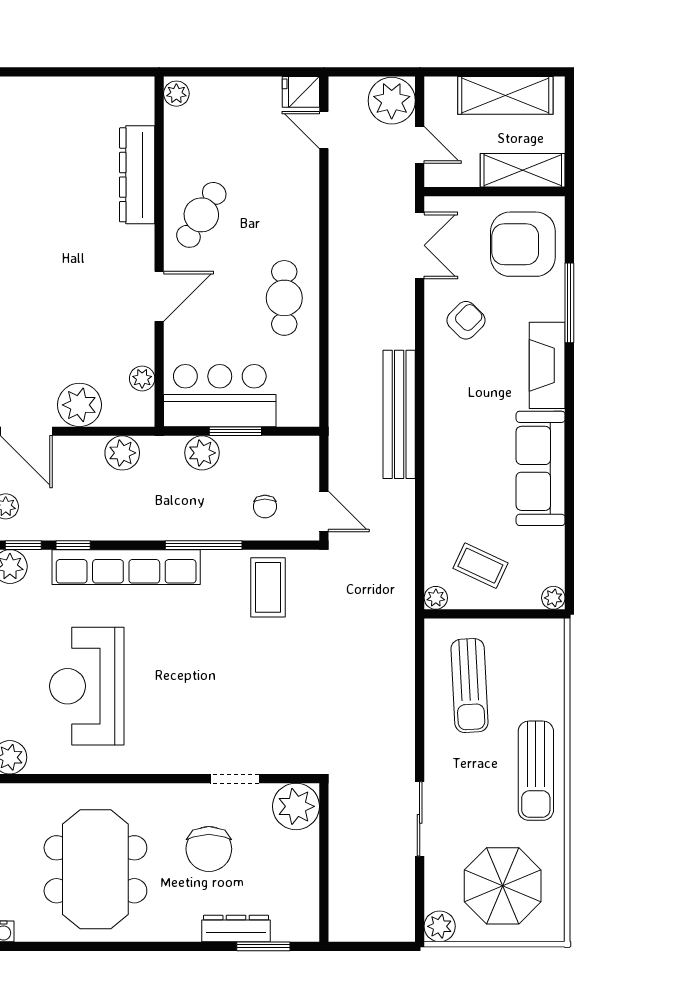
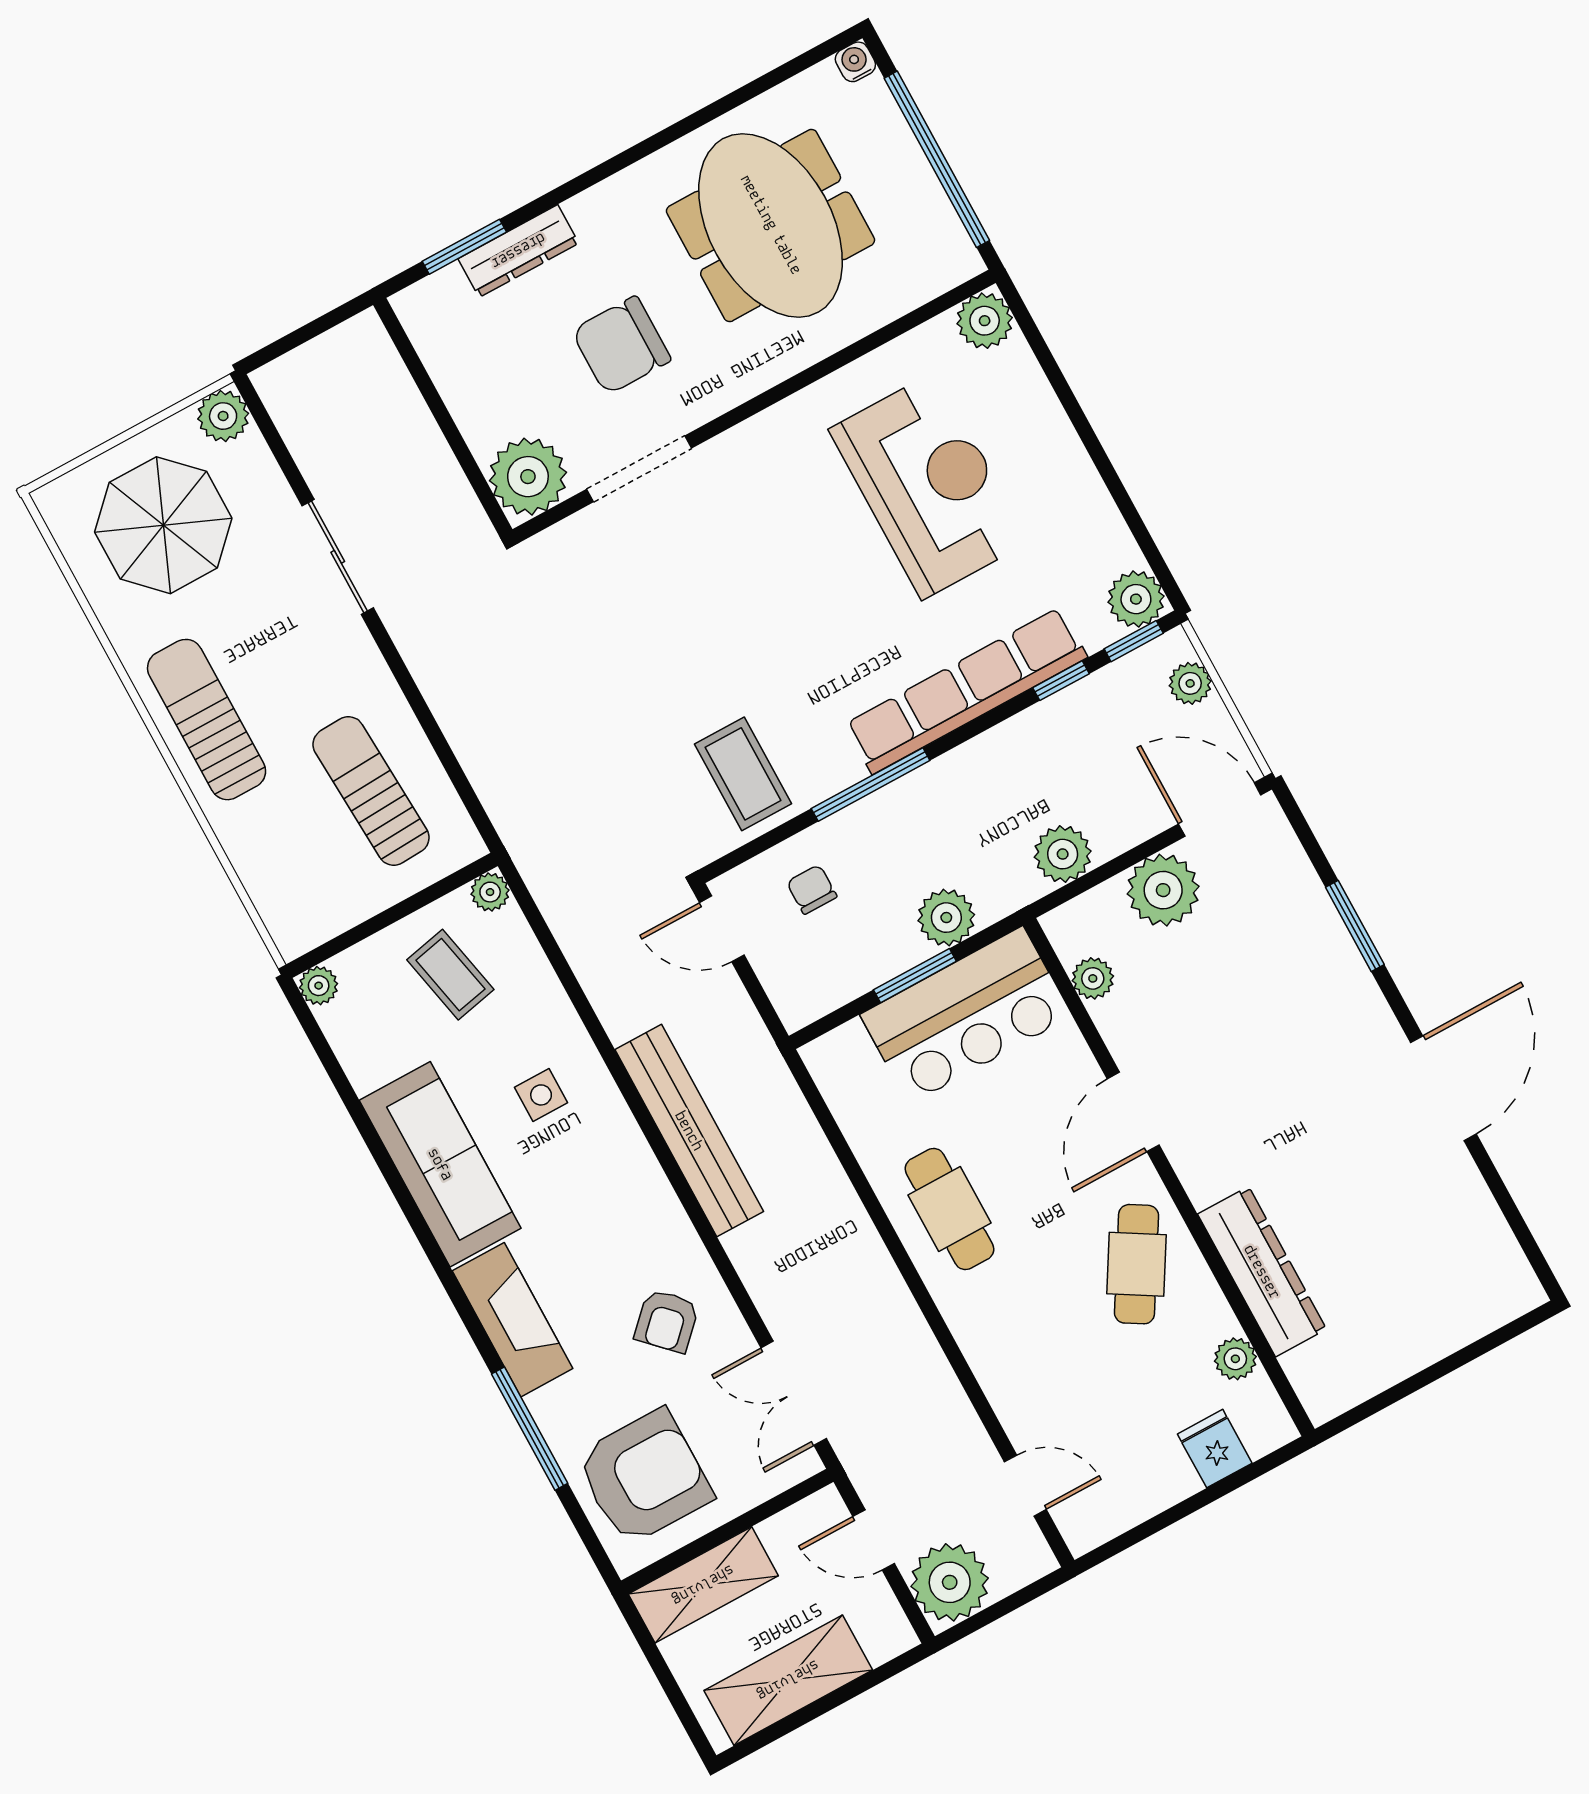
fridge: (301, 92) -> (1215, 1449), moved, turned -90
plant: (176, 94) -> (1235, 1359), moved
side table: (467, 476) -> (541, 1095), added
coffee table: (480, 566) -> (450, 975), turned 53
doorway: (235, 779) -> (639, 469), width x1.38
chair: (209, 849) -> (621, 345), turned -90

